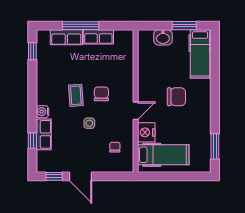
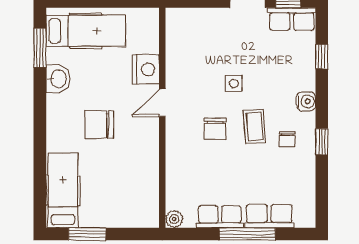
plant: (128, 35) -> (174, 219), added
washbasin: (163, 37) -> (58, 79), moved, turned 90
window: (32, 51) -> (322, 142), moved
row of seats: (44, 134) -> (292, 19), moved, turned -90
chair: (115, 147) -> (287, 139), moved
hospital bed: (163, 155) -> (86, 31), moved, turned 180

